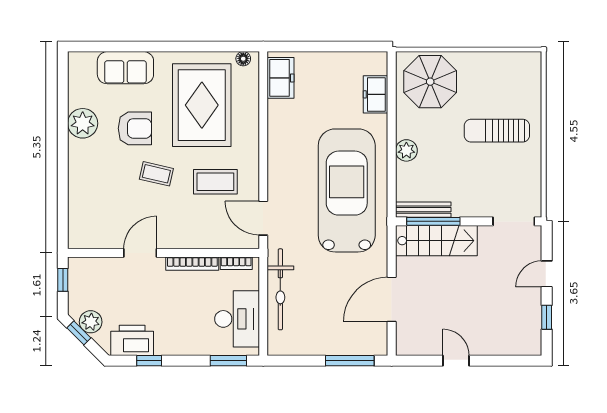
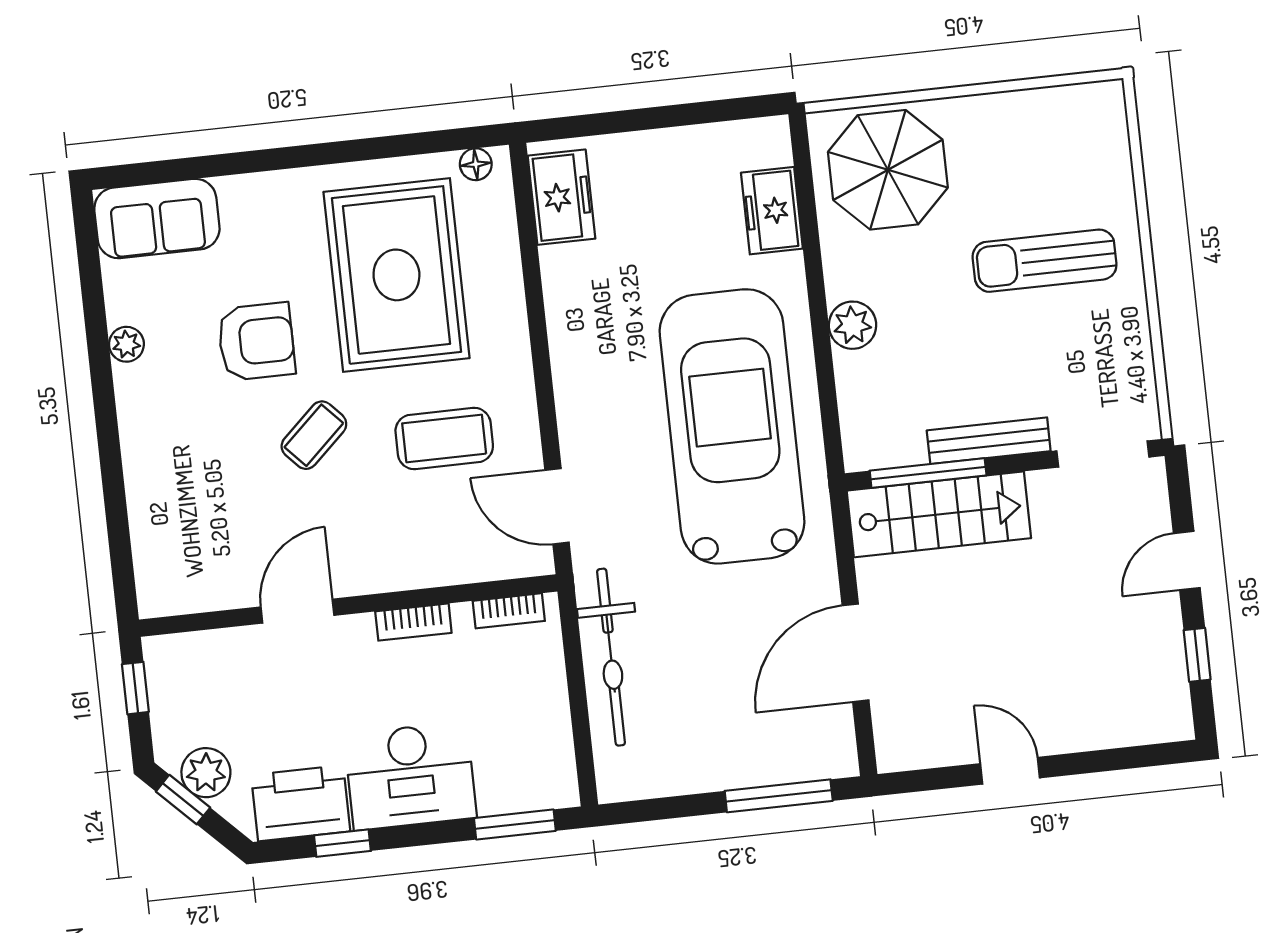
sofa: (125, 68) -> (157, 219), moved
plant: (83, 123) -> (126, 344), width x0.53, depth x0.53
coffee table: (156, 174) -> (314, 435), turned -56
bench: (423, 210) -> (989, 441), moved
bookcase: (192, 264) -> (413, 622), width x0.64
desk: (237, 319) -> (410, 776), moved, turned 90

